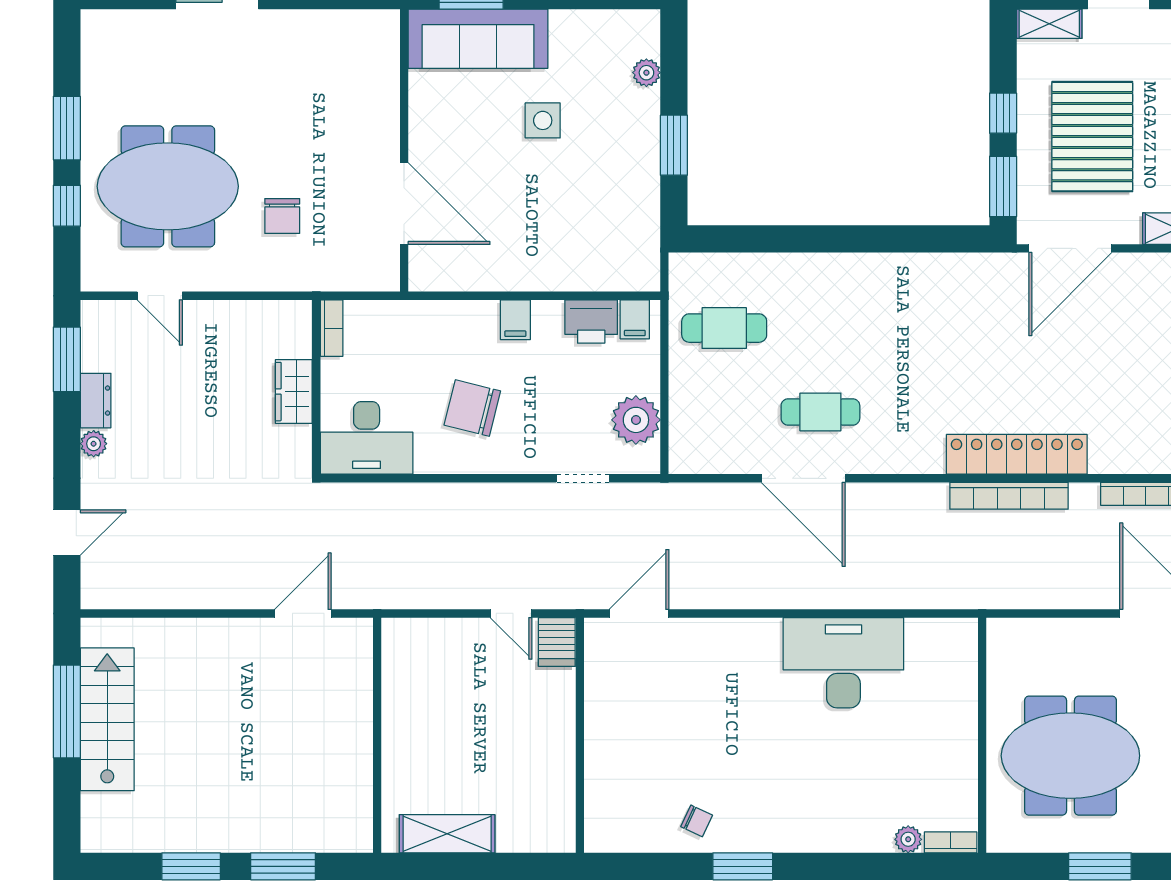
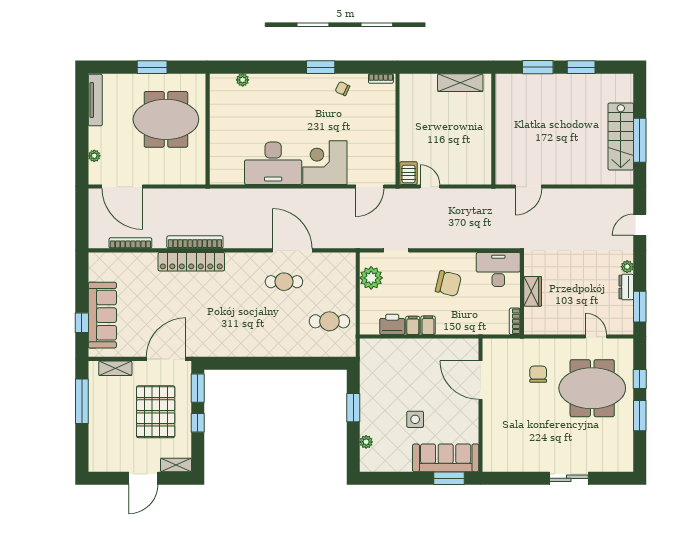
filing cabinet: (635, 319) -> (413, 325), moved
corner desk: (734, 664) -> (325, 163), added
bookcase: (951, 842) -> (381, 78), moved

